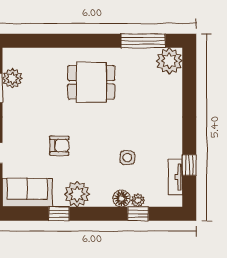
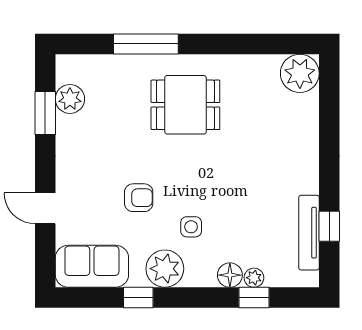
window: (143, 41) -> (146, 44), moved
side table: (127, 158) -> (191, 227), moved
tv unit: (175, 177) -> (309, 233), width x1.41

